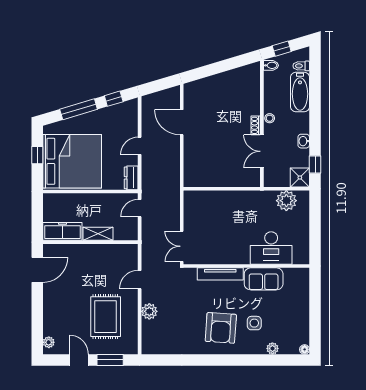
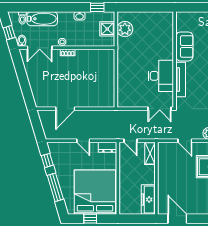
double door: (262, 151) -> (40, 48), moved
shower: (300, 177) -> (107, 29), moved
shelving: (98, 234) -> (150, 153), moved
desk: (271, 248) -> (161, 76), moved

